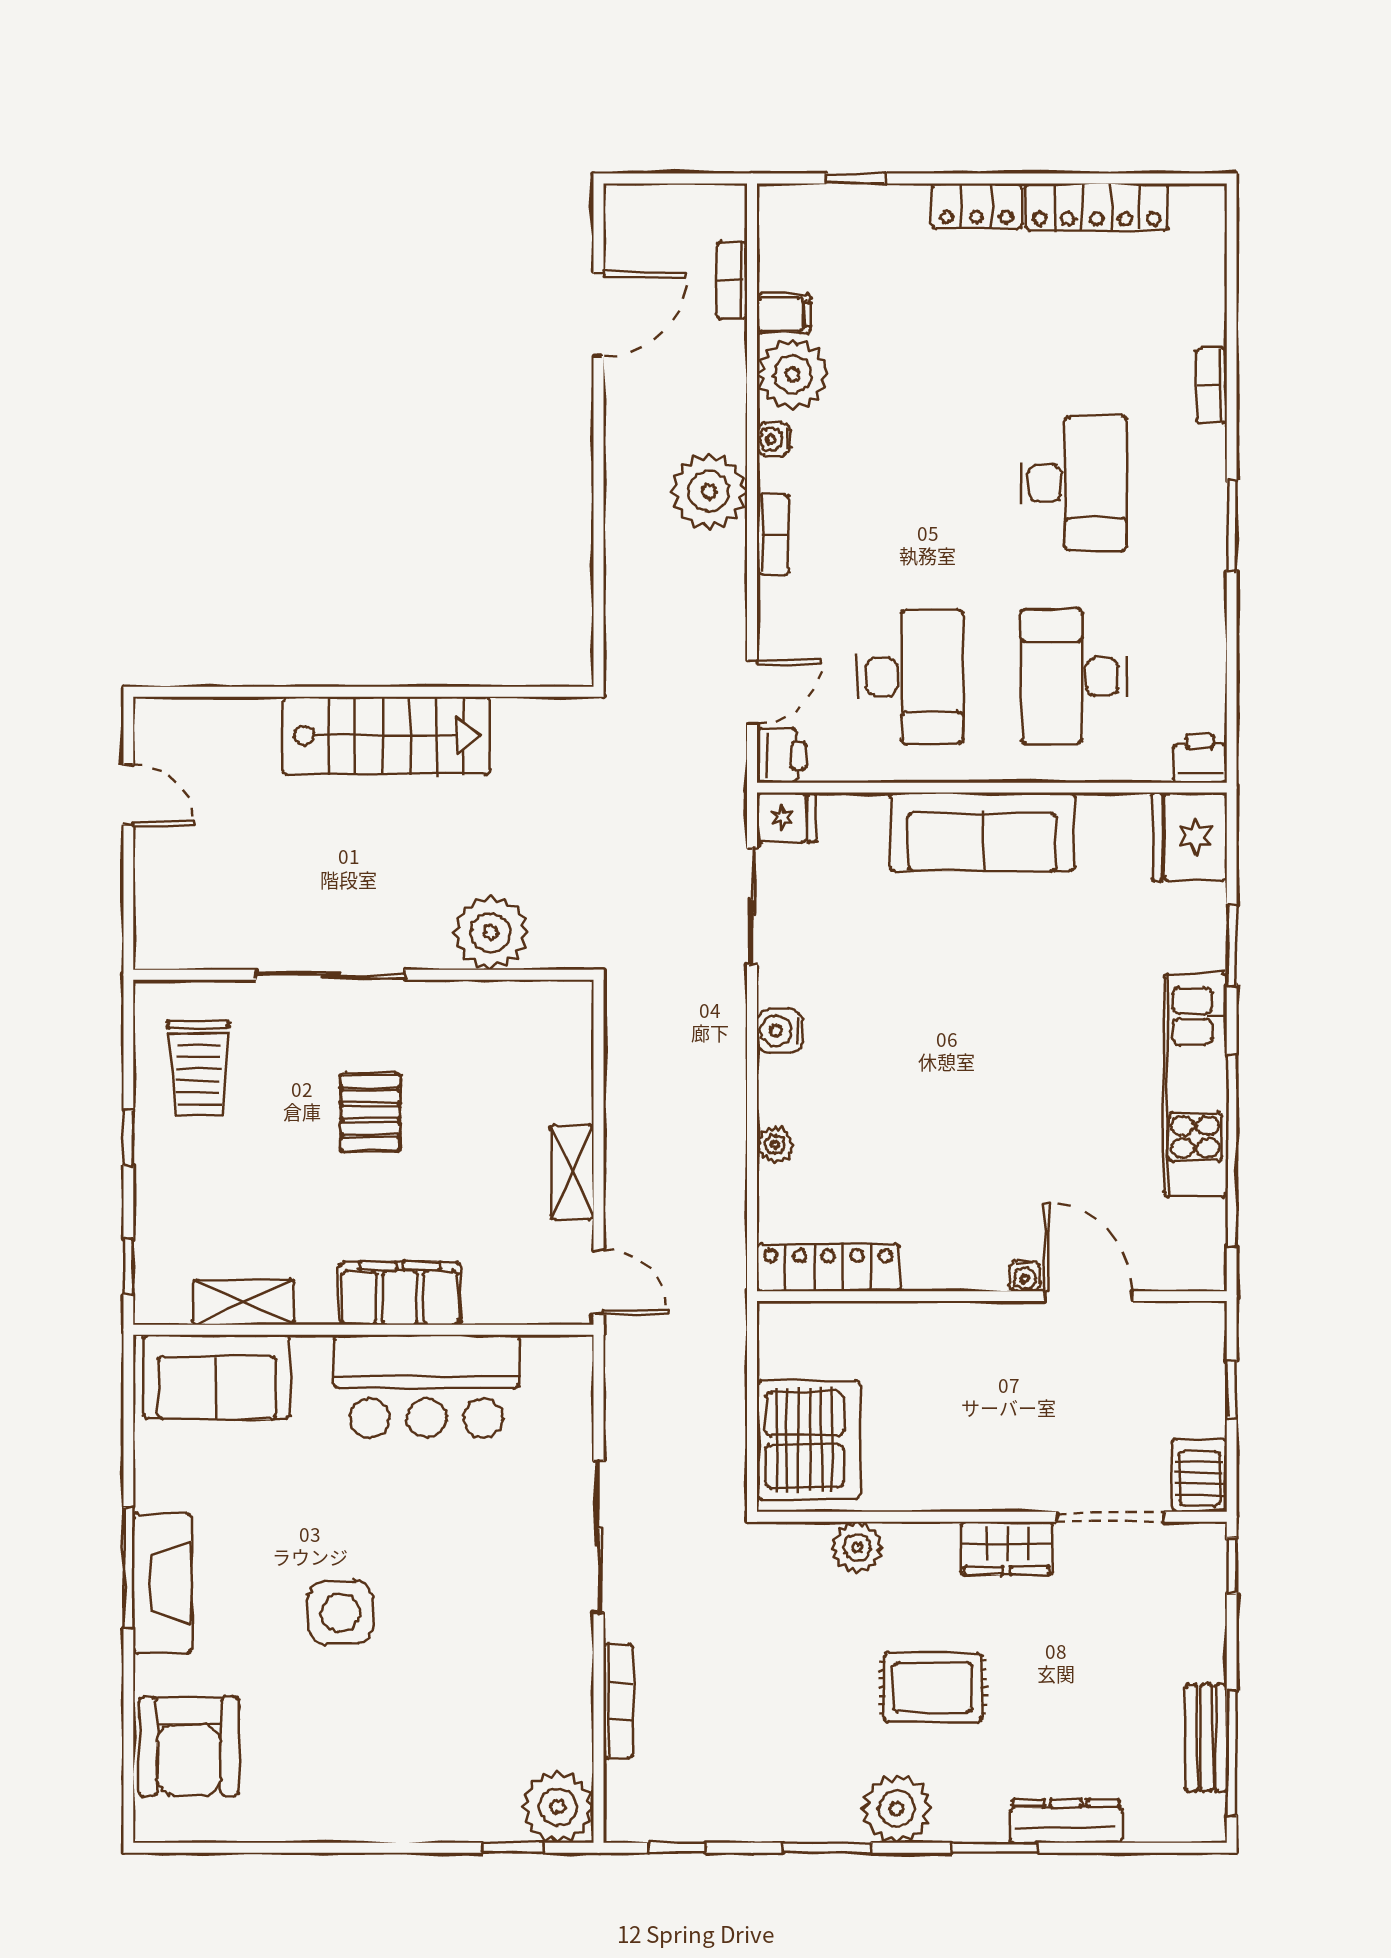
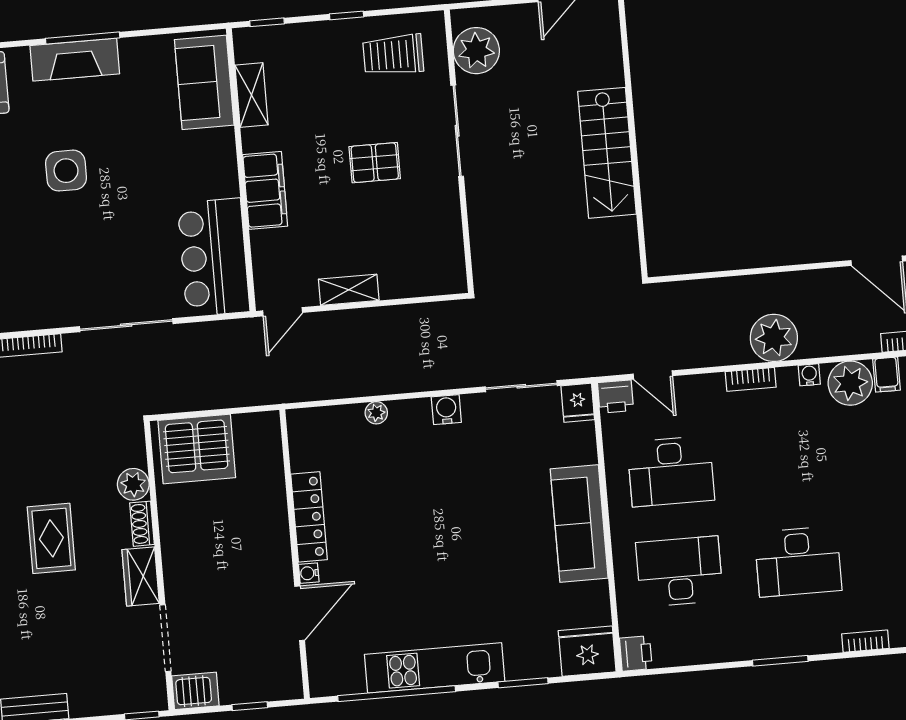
plant: (491, 933) -> (476, 51), moved
locker: (828, 1268) -> (309, 517), moved
bar counter: (426, 1386) -> (214, 257), moved
shoe rack: (922, 1539) -> (142, 524), added

